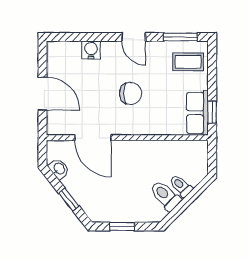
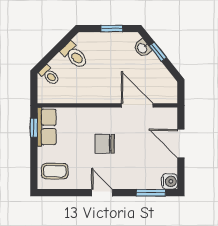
window: (181, 37) -> (151, 193), moved
water cooler: (91, 50) -> (170, 181), moved, turned -90
washbasin: (59, 169) -> (142, 48), moved
toilet: (181, 186) -> (49, 75), moved

